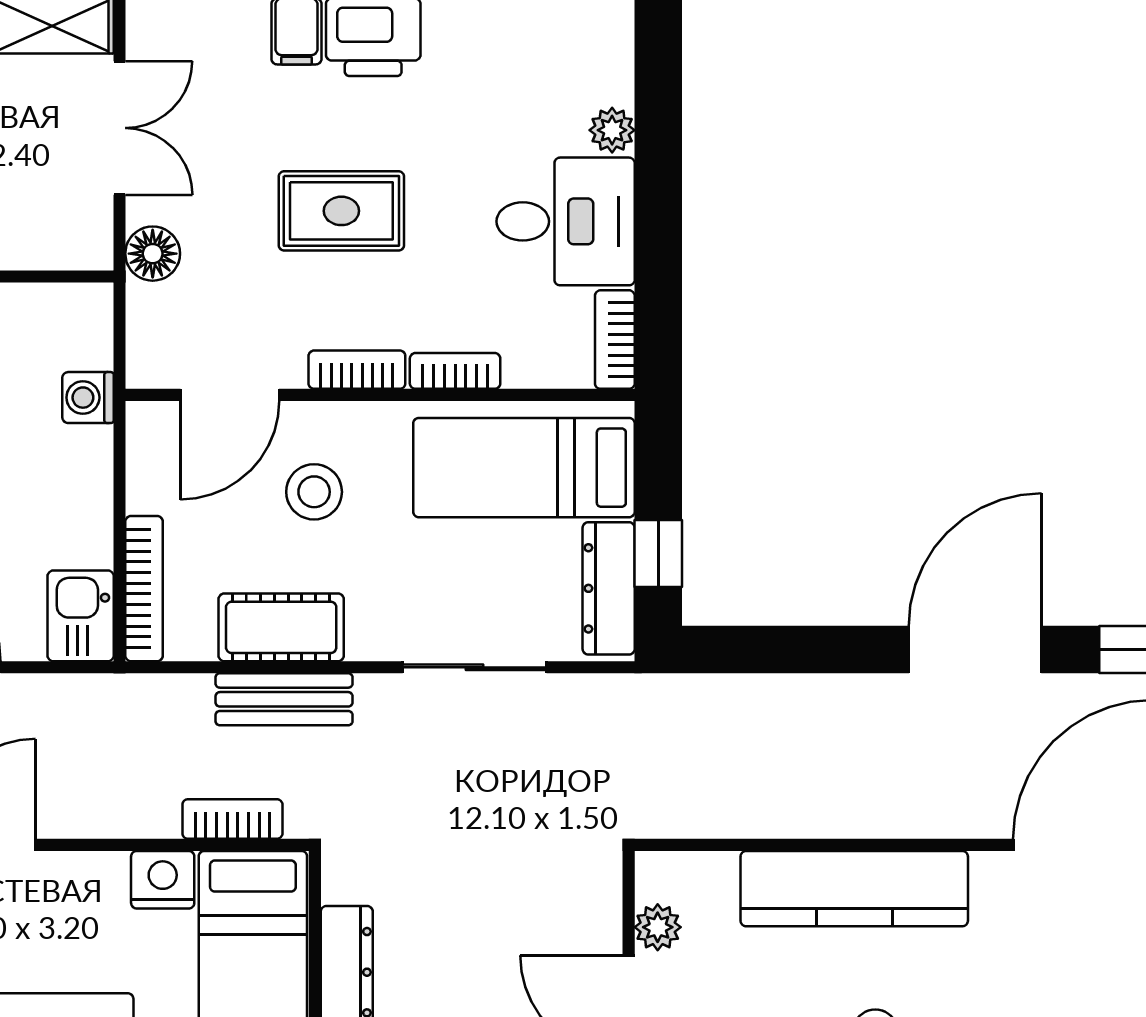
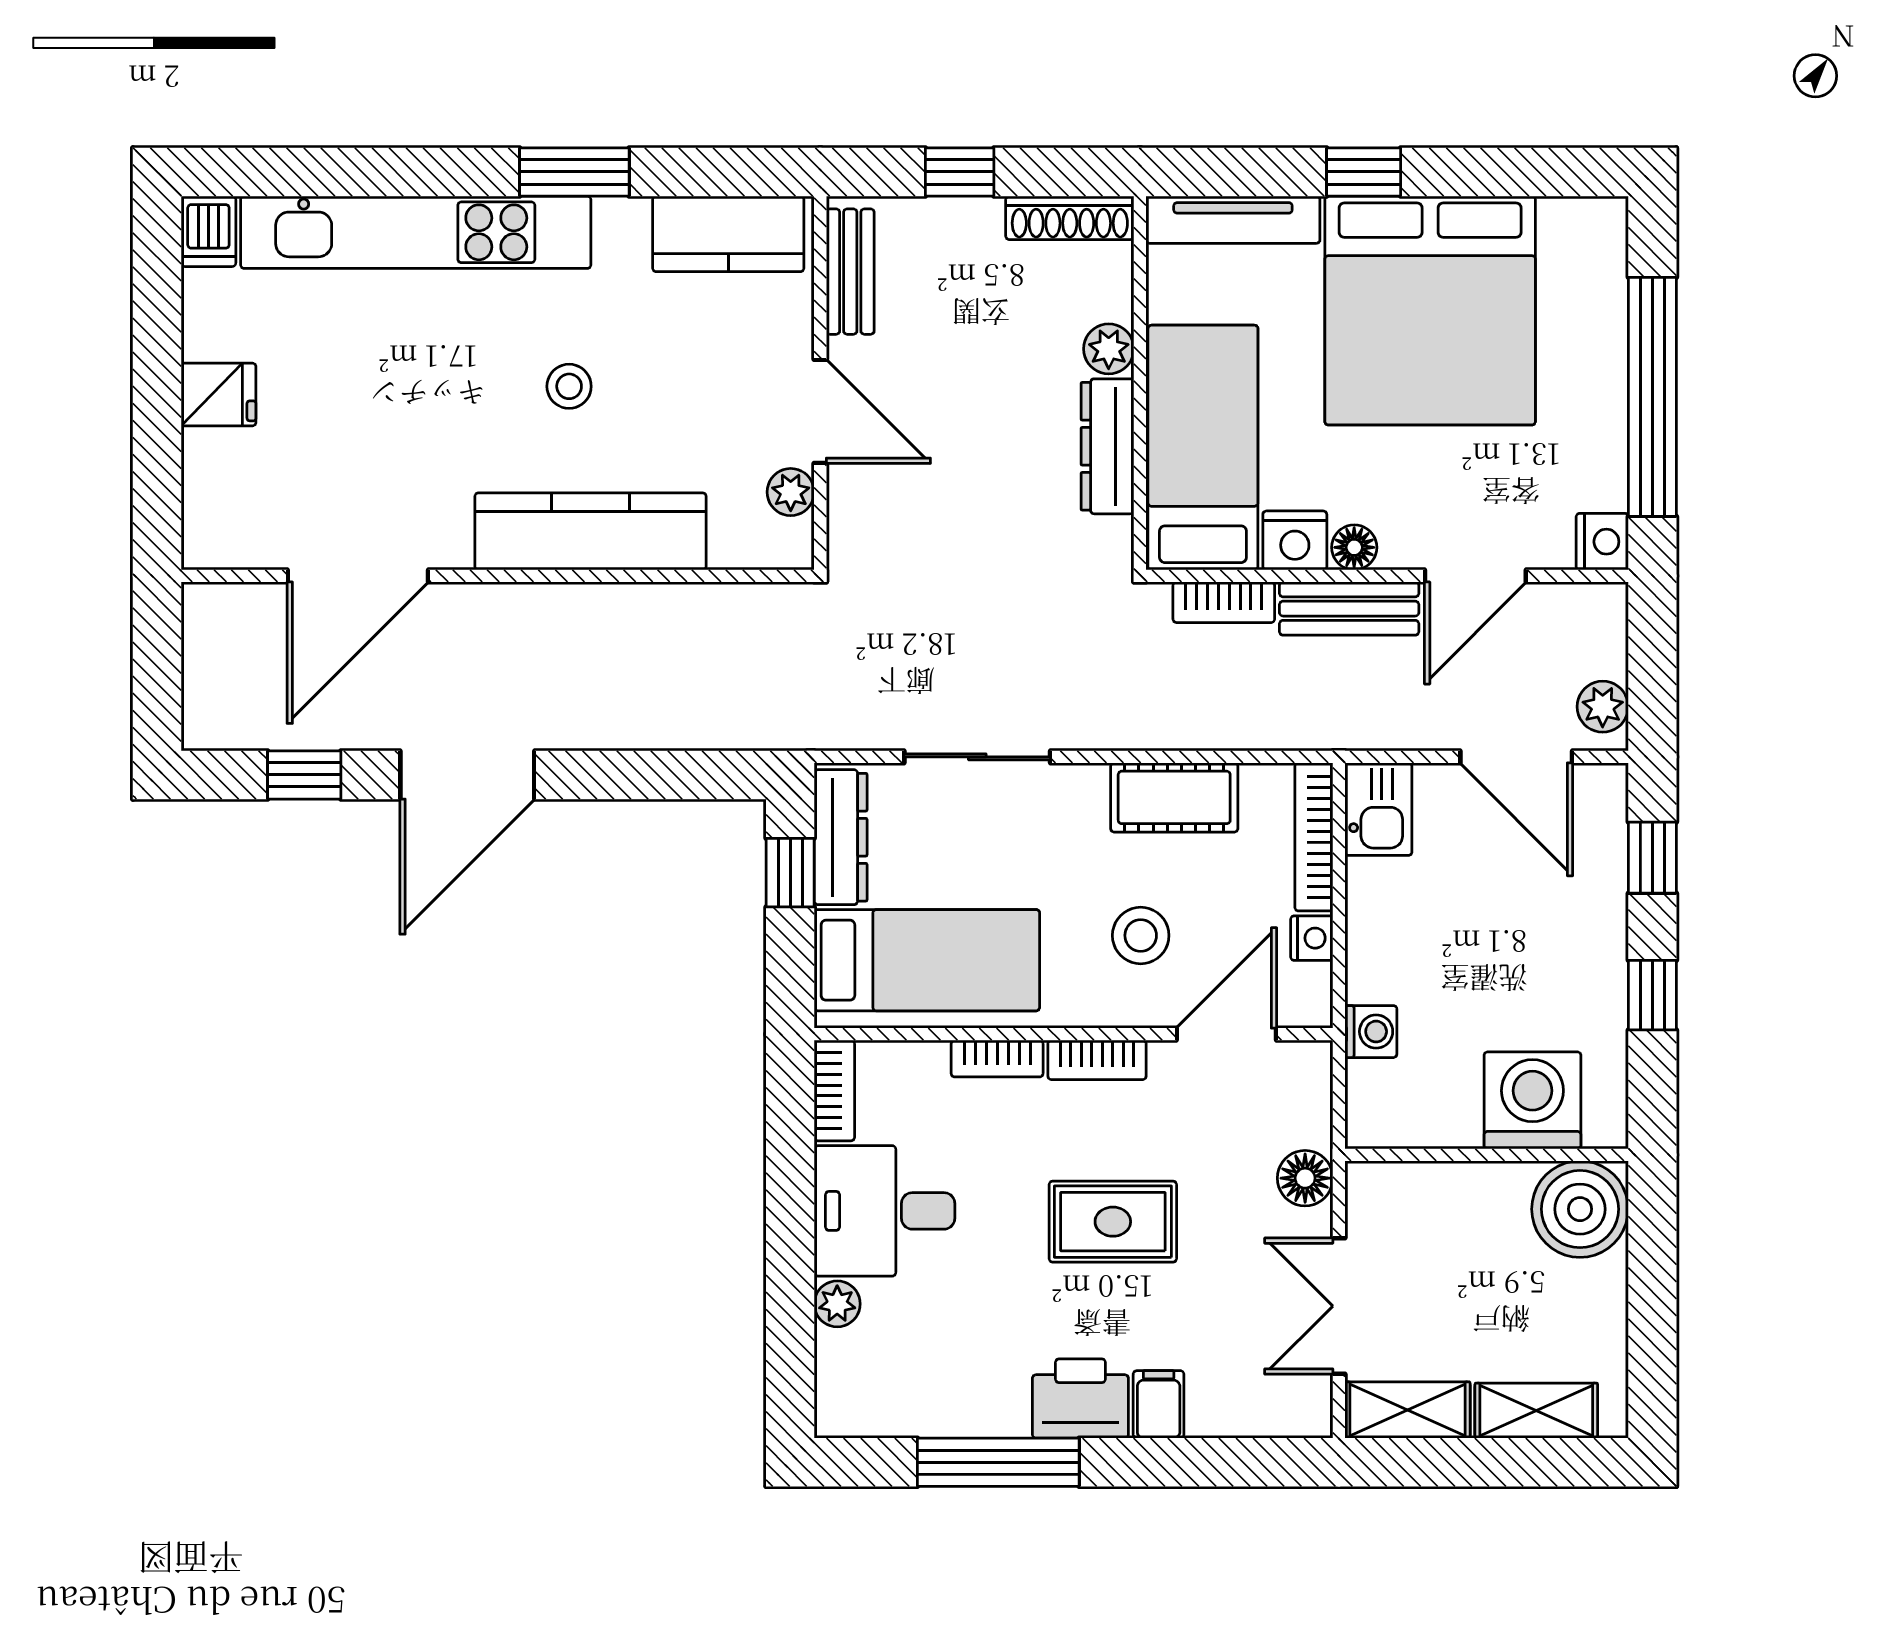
nightstand: (146, 489) -> (1312, 938), added
bench: (284, 699) -> (1349, 609), moved
floor lamp: (104, 873) -> (1354, 547), added

